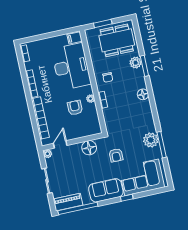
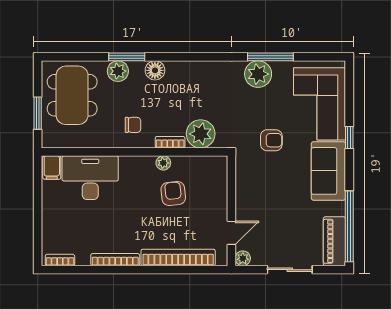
desk: (71, 67) -> (90, 178), width x0.73, depth x0.77
floor lamp: (143, 94) -> (155, 70), moved
armchair: (75, 108) -> (173, 193), turned 84
plant: (111, 116) -> (201, 134), added
door: (60, 144) -> (231, 233), swing flipped
floor lamp: (89, 148) -> (248, 184), removed

